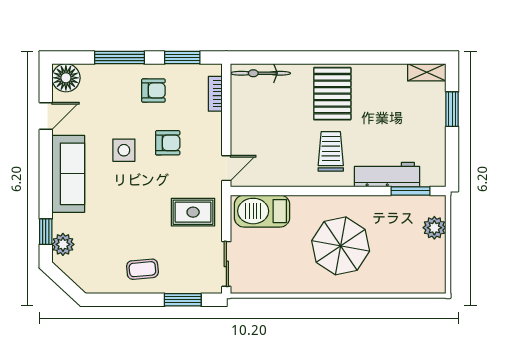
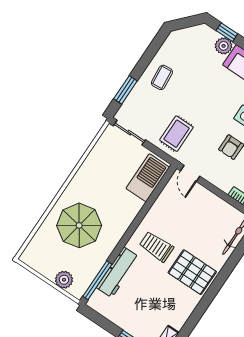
trolley: (331, 151) -> (156, 247), turned 180
window: (411, 191) -> (97, 280), width x1.44
plant: (63, 244) -> (224, 46), moved
parasol: (341, 246) -> (79, 225), moved

